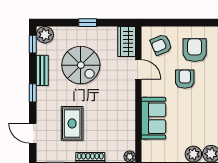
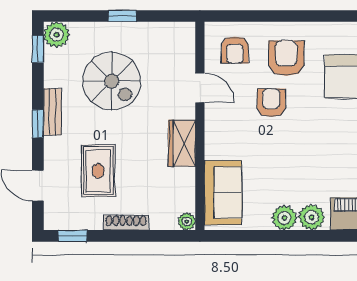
wardrobe: (127, 42) -> (182, 143), moved
armchair: (161, 45) -> (235, 50), turned -67
bench: (42, 70) -> (52, 112), moved
sofa: (153, 118) -> (223, 193), moved

